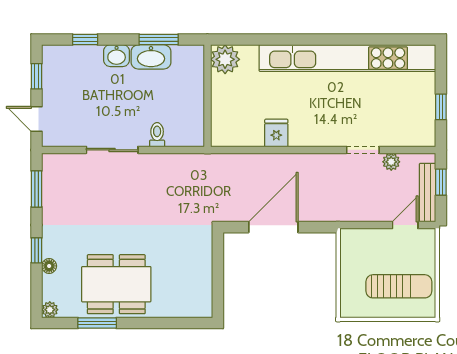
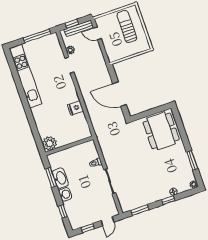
kitchen unit: (347, 58) -> (26, 76), width x0.73
window: (441, 107) -> (37, 36), width x2.17
dining table: (116, 284) -> (161, 131), moved

